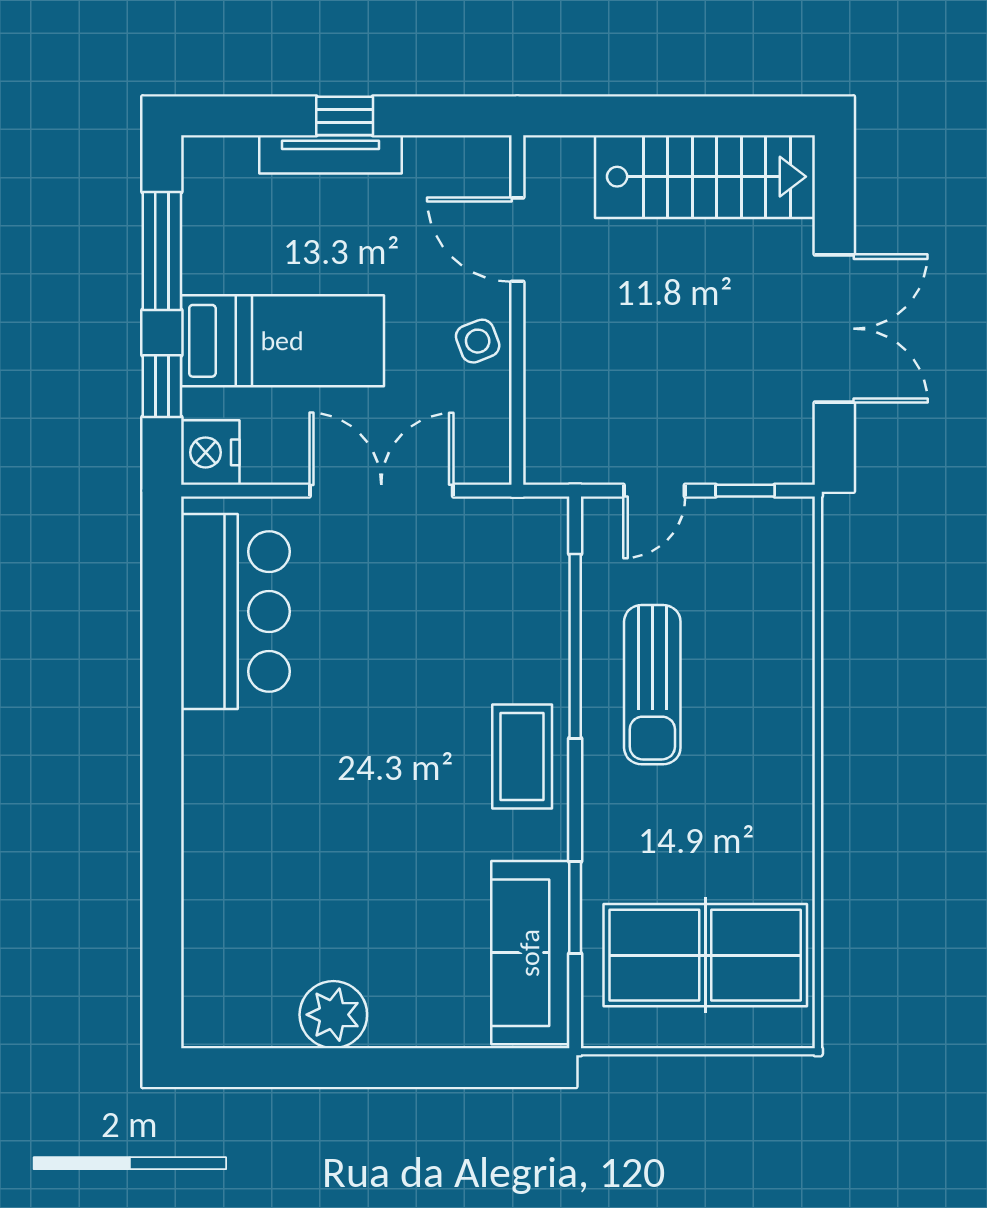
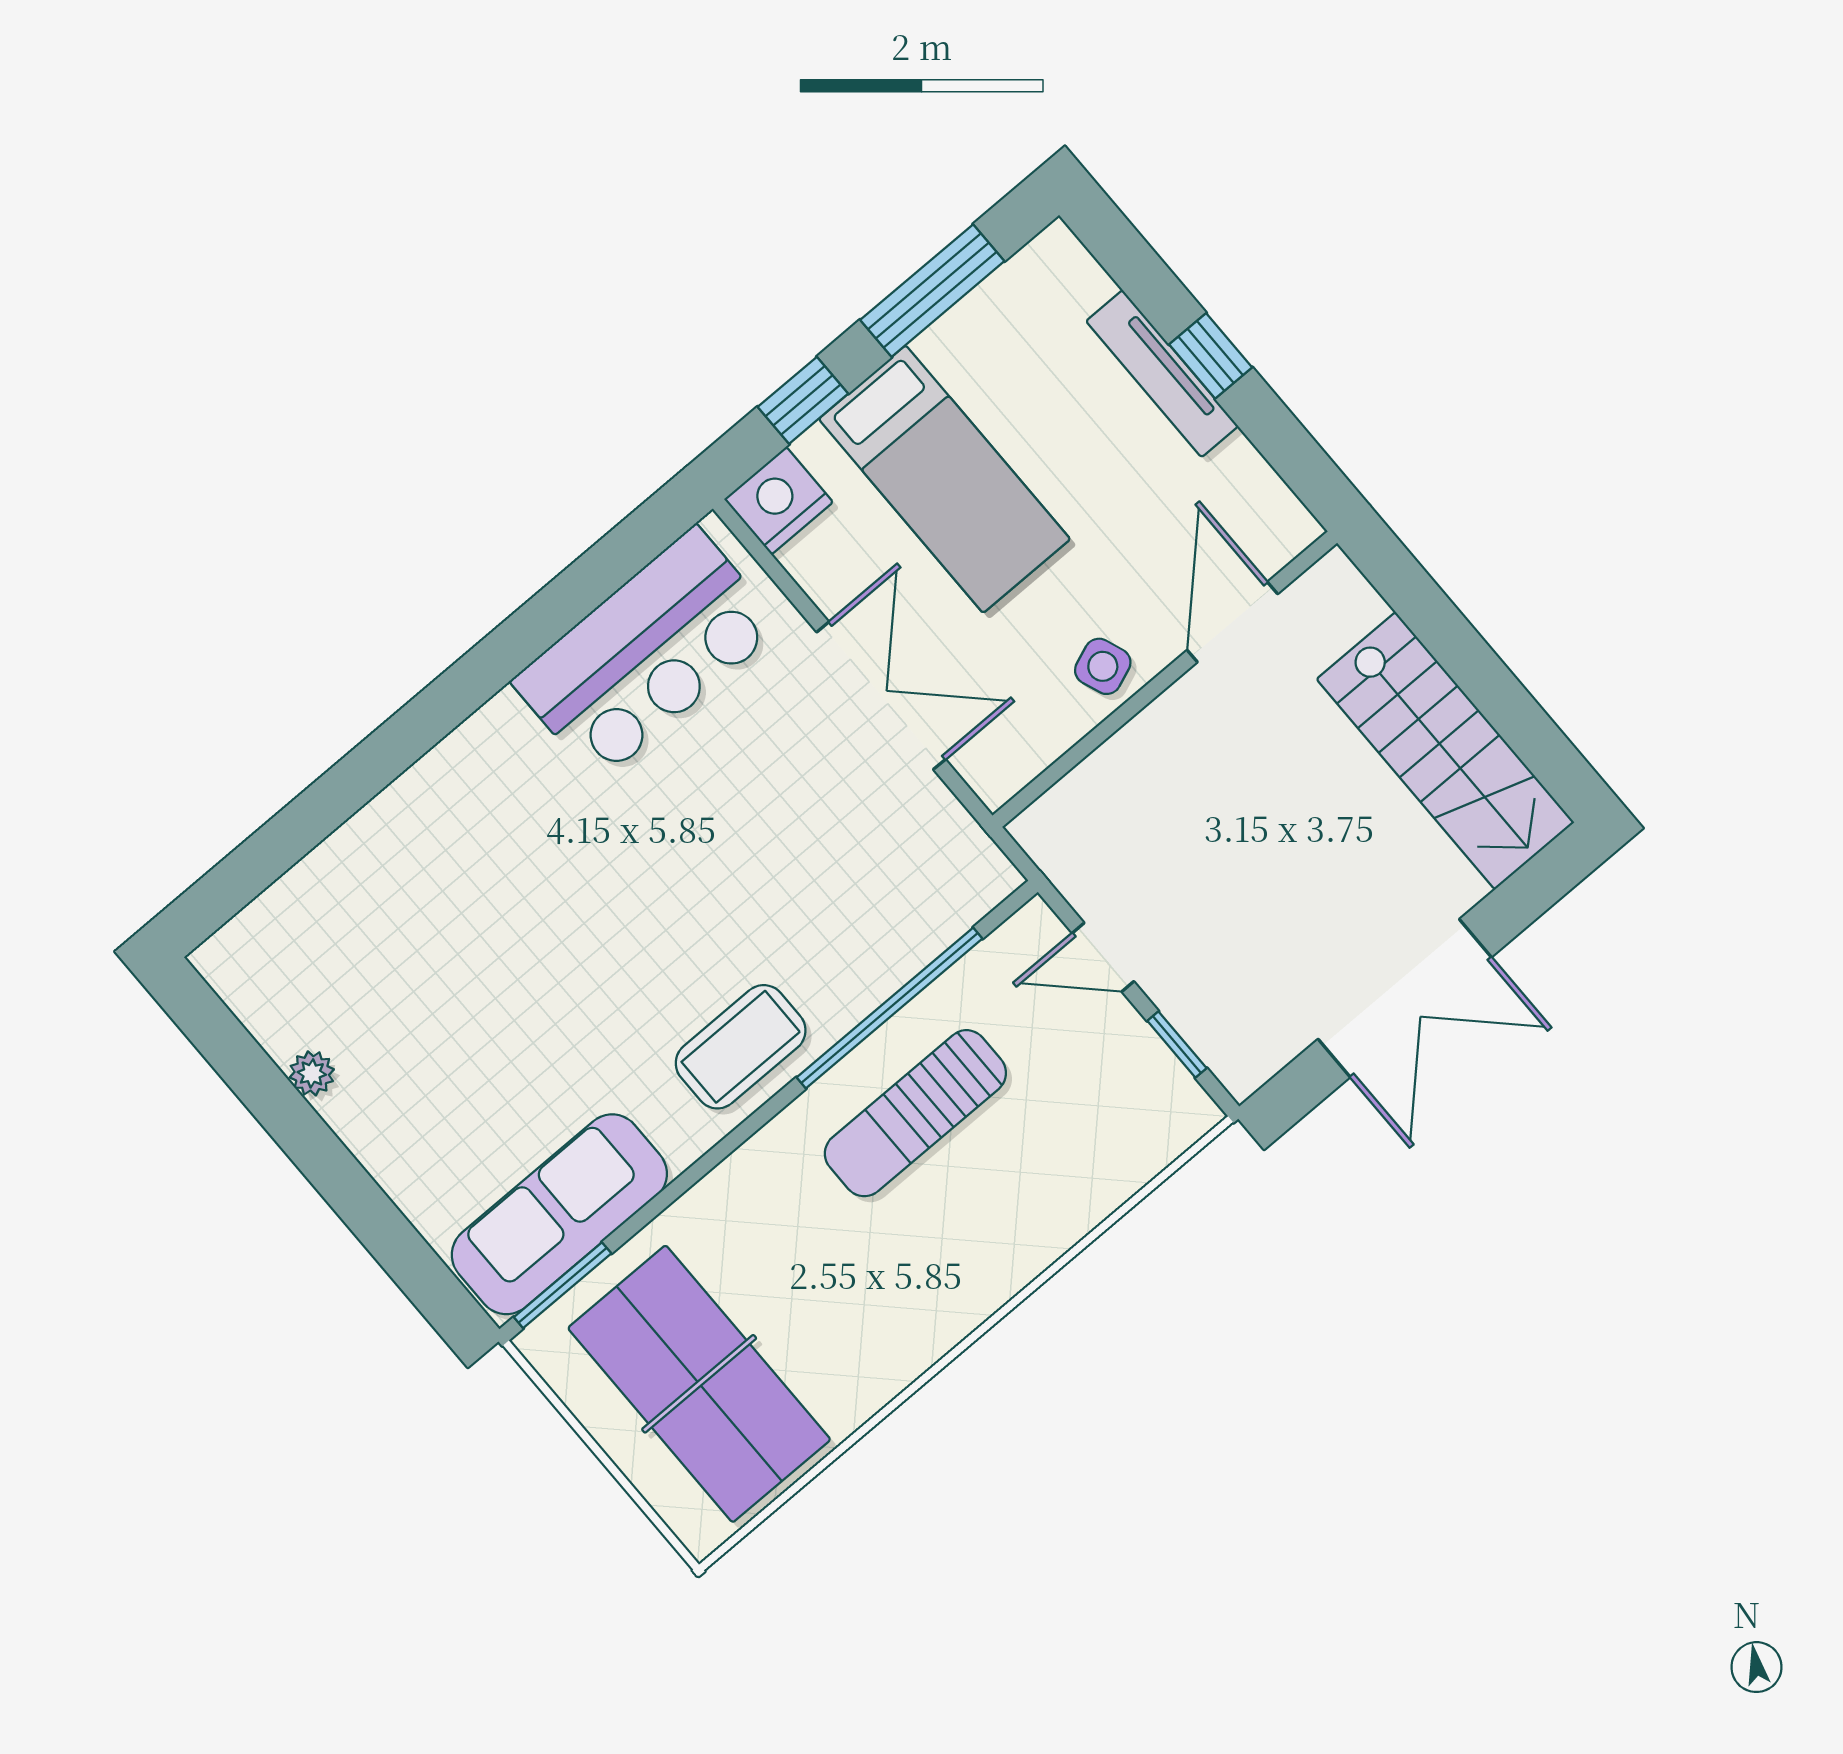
window: (575, 908) -> (563, 1285), moved
plant: (333, 1015) -> (312, 1073), width x0.53, depth x0.53

